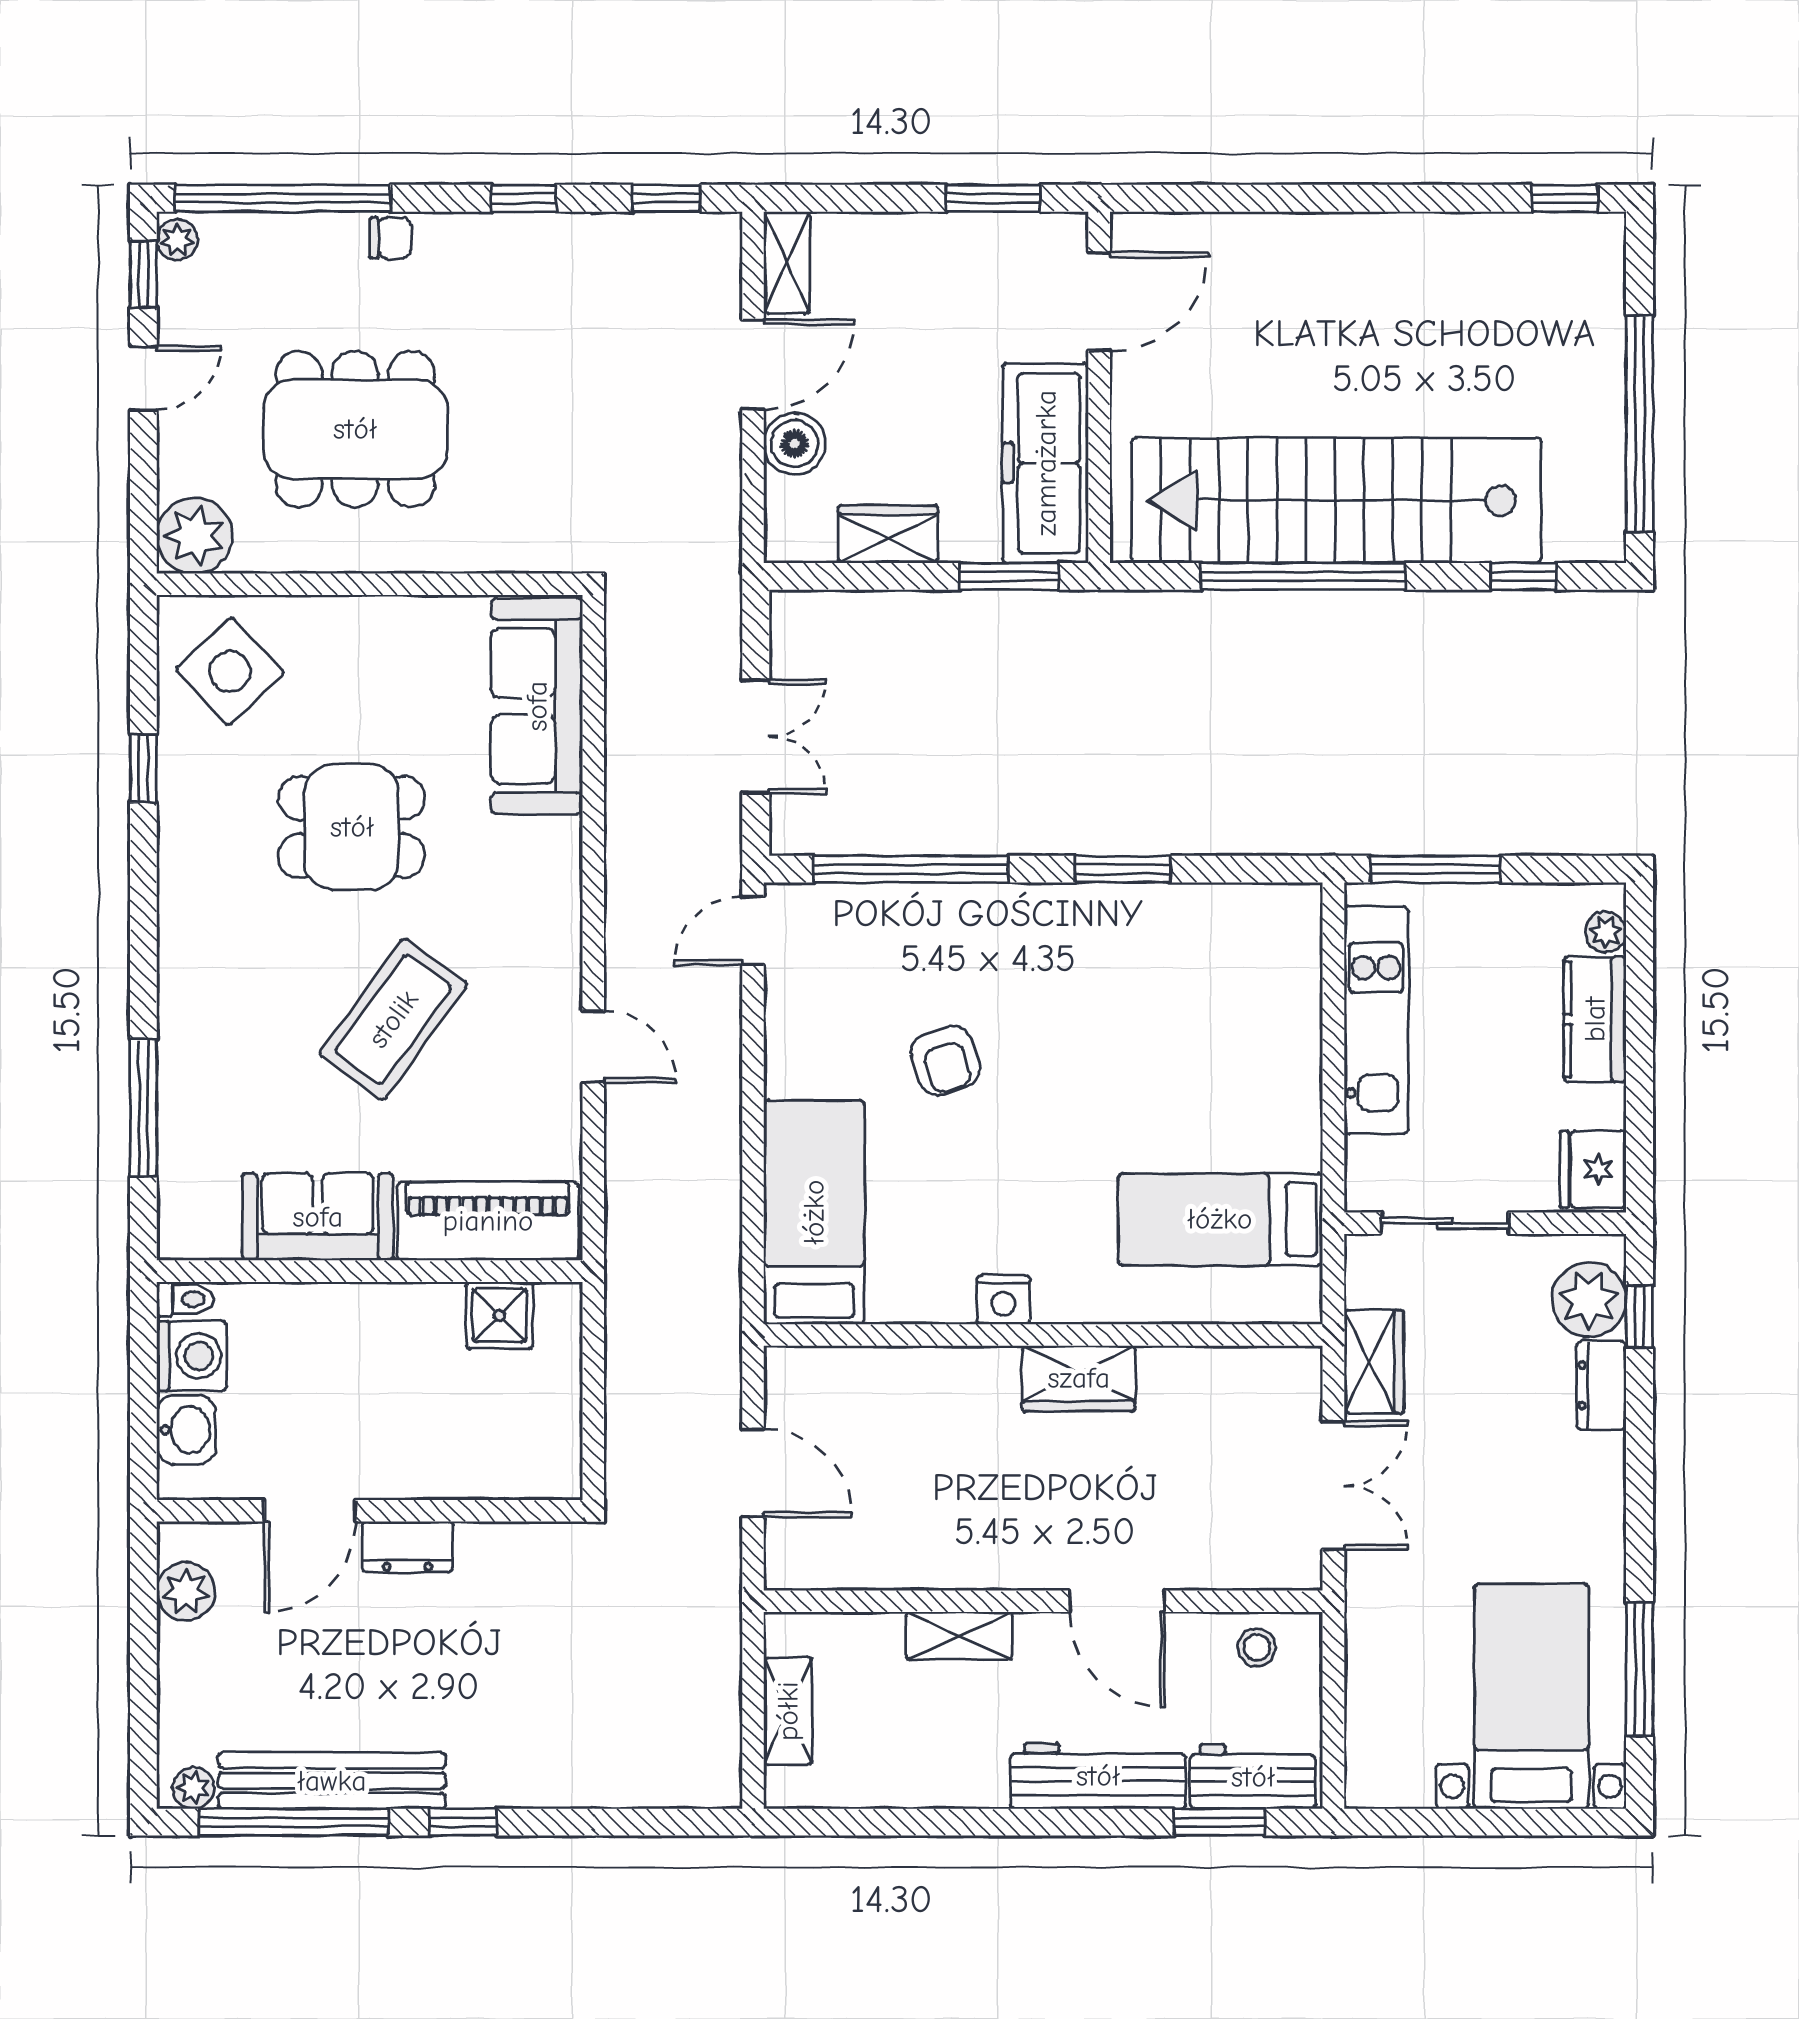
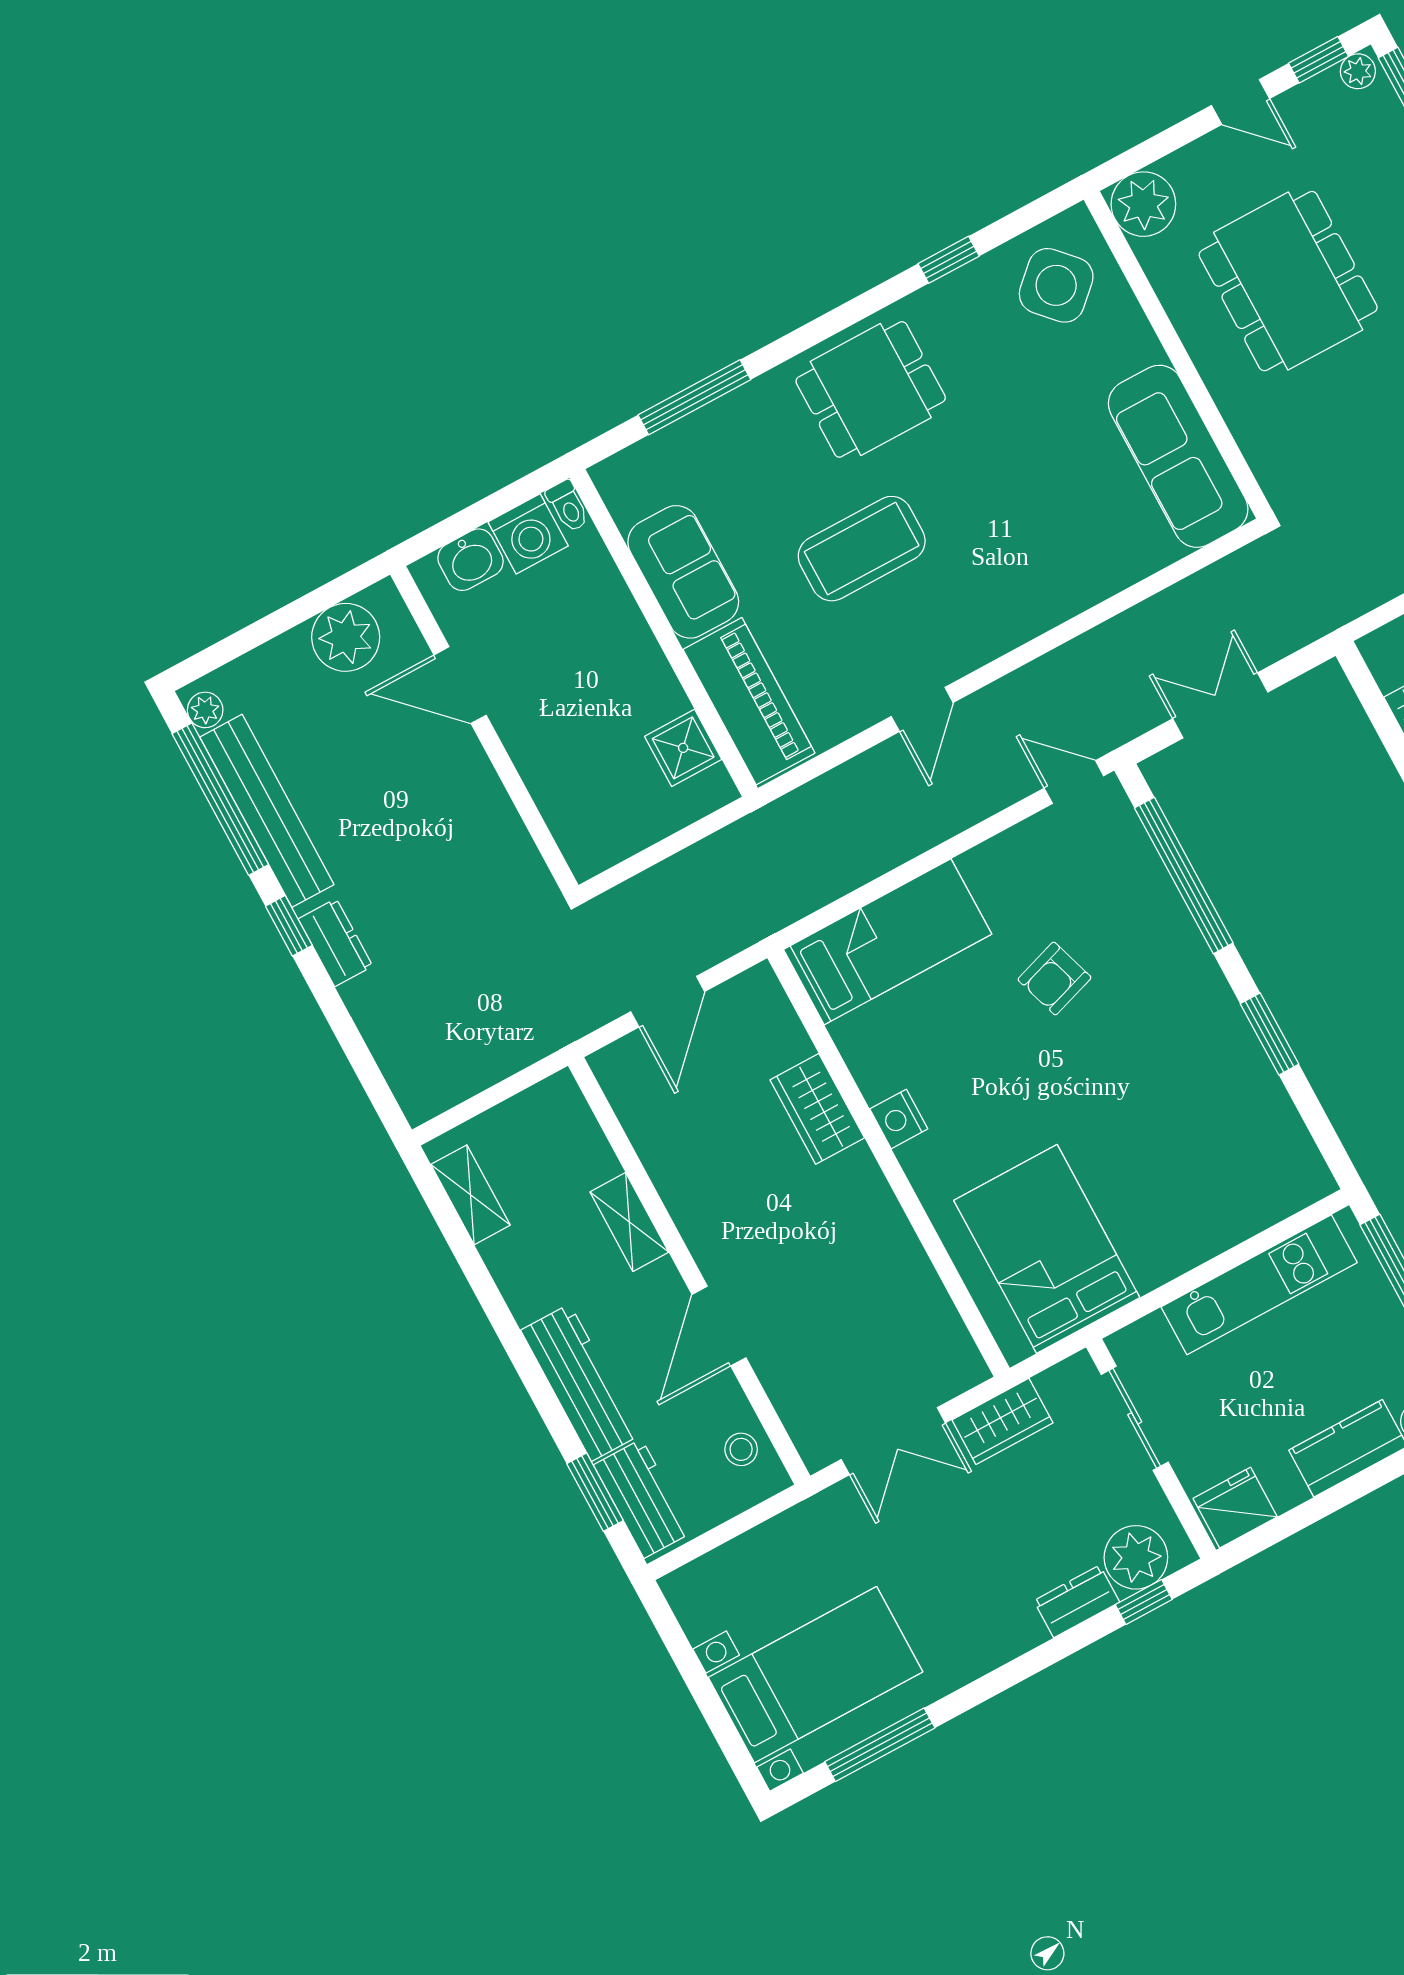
sofa: (537, 706) -> (1178, 456), moved, turned -90
double door: (756, 737) -> (1220, 705), swing flipped
dining table: (352, 827) -> (871, 389), moved, turned 90
coffee table: (393, 1019) -> (862, 549), turned -36
bed: (1220, 1219) -> (1047, 1249), width x1.50
wardrobe: (1079, 1378) -> (817, 1109), moved
dresser: (407, 1547) -> (335, 943), moved, turned 180
plant: (186, 1592) -> (346, 637), width x1.36, depth x1.36
shelving: (788, 1711) -> (471, 1195), moved, turned 90

